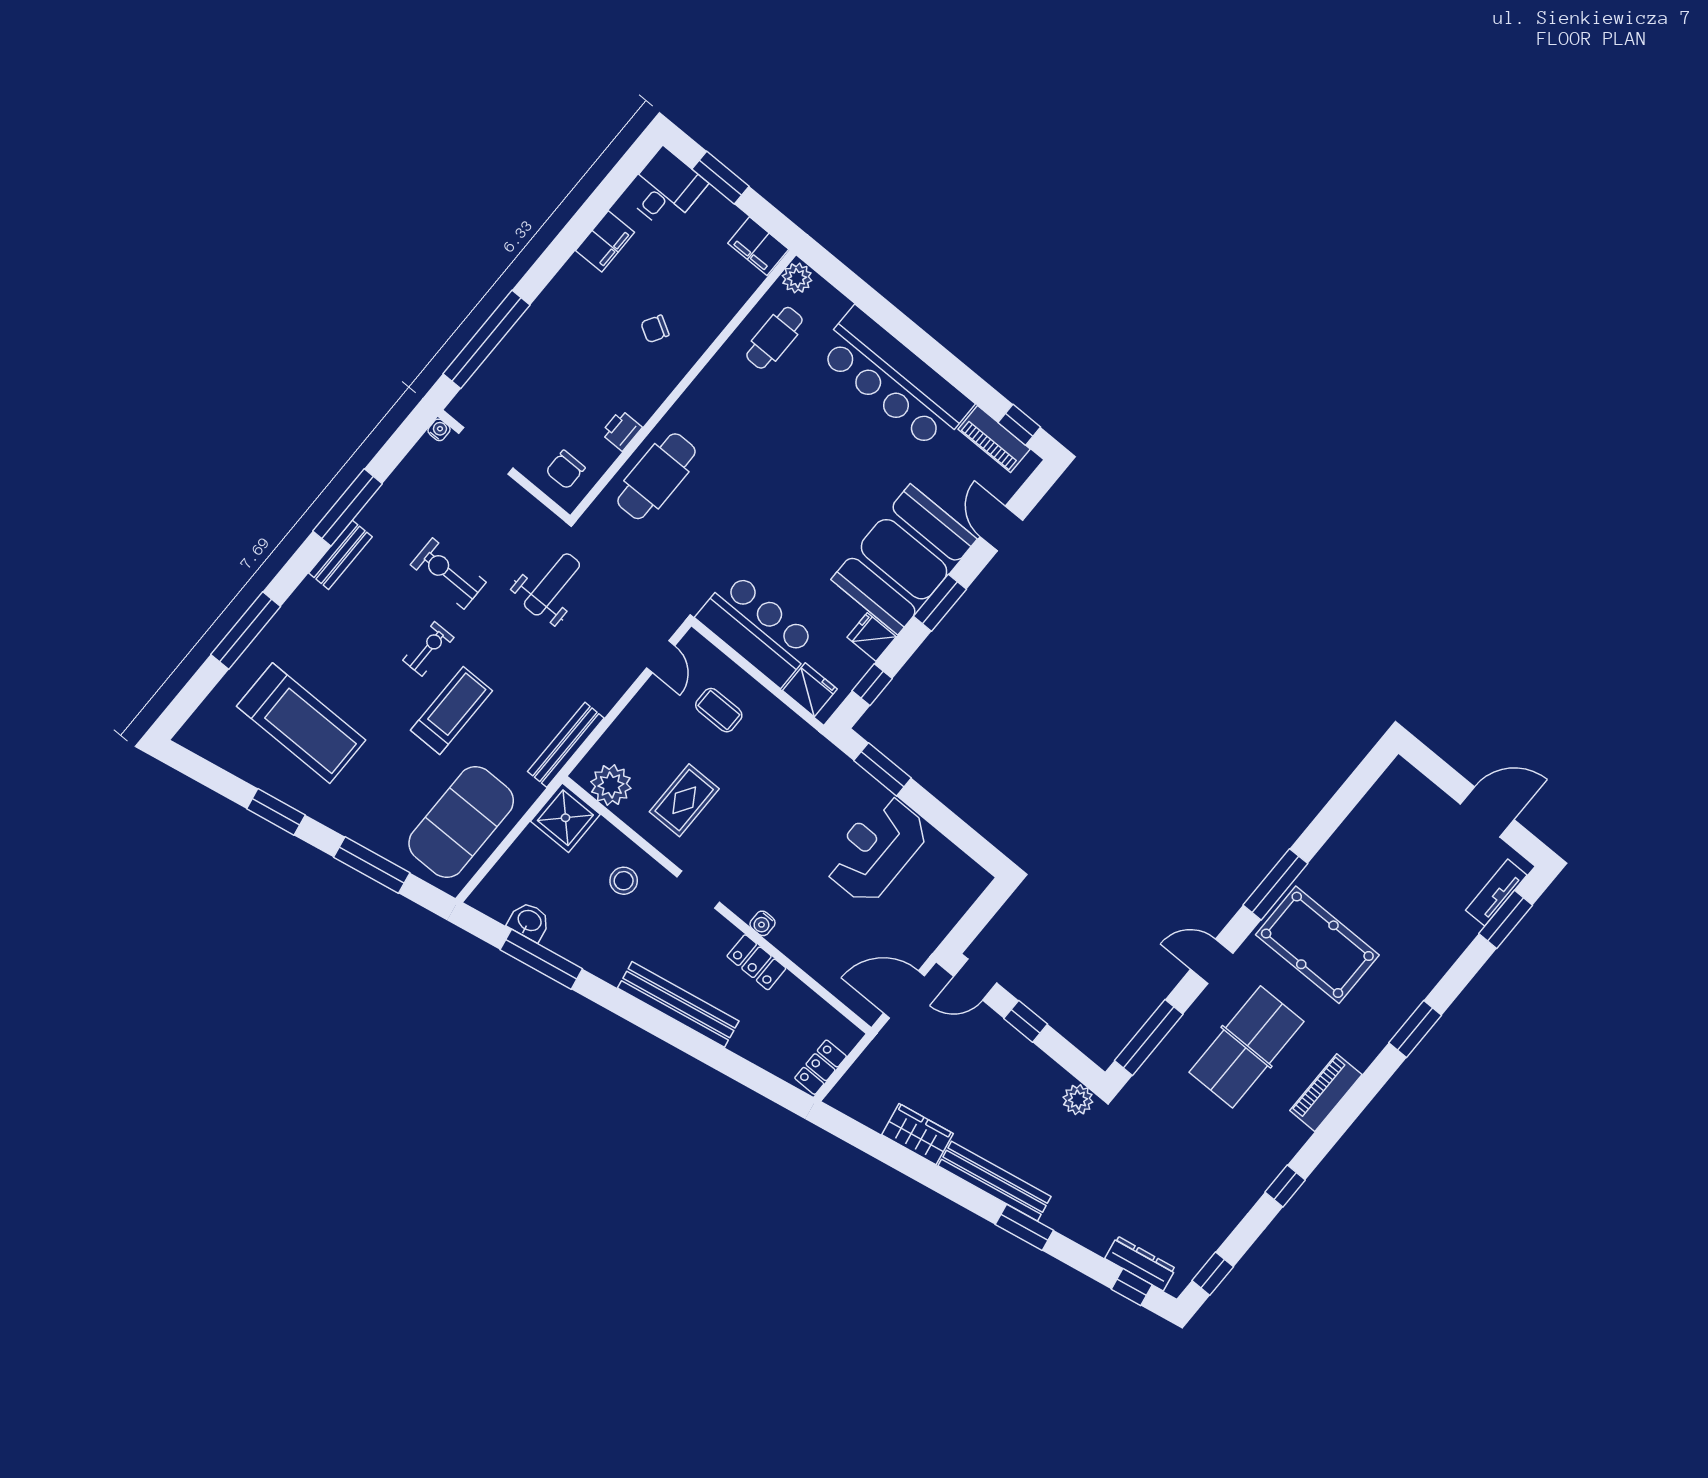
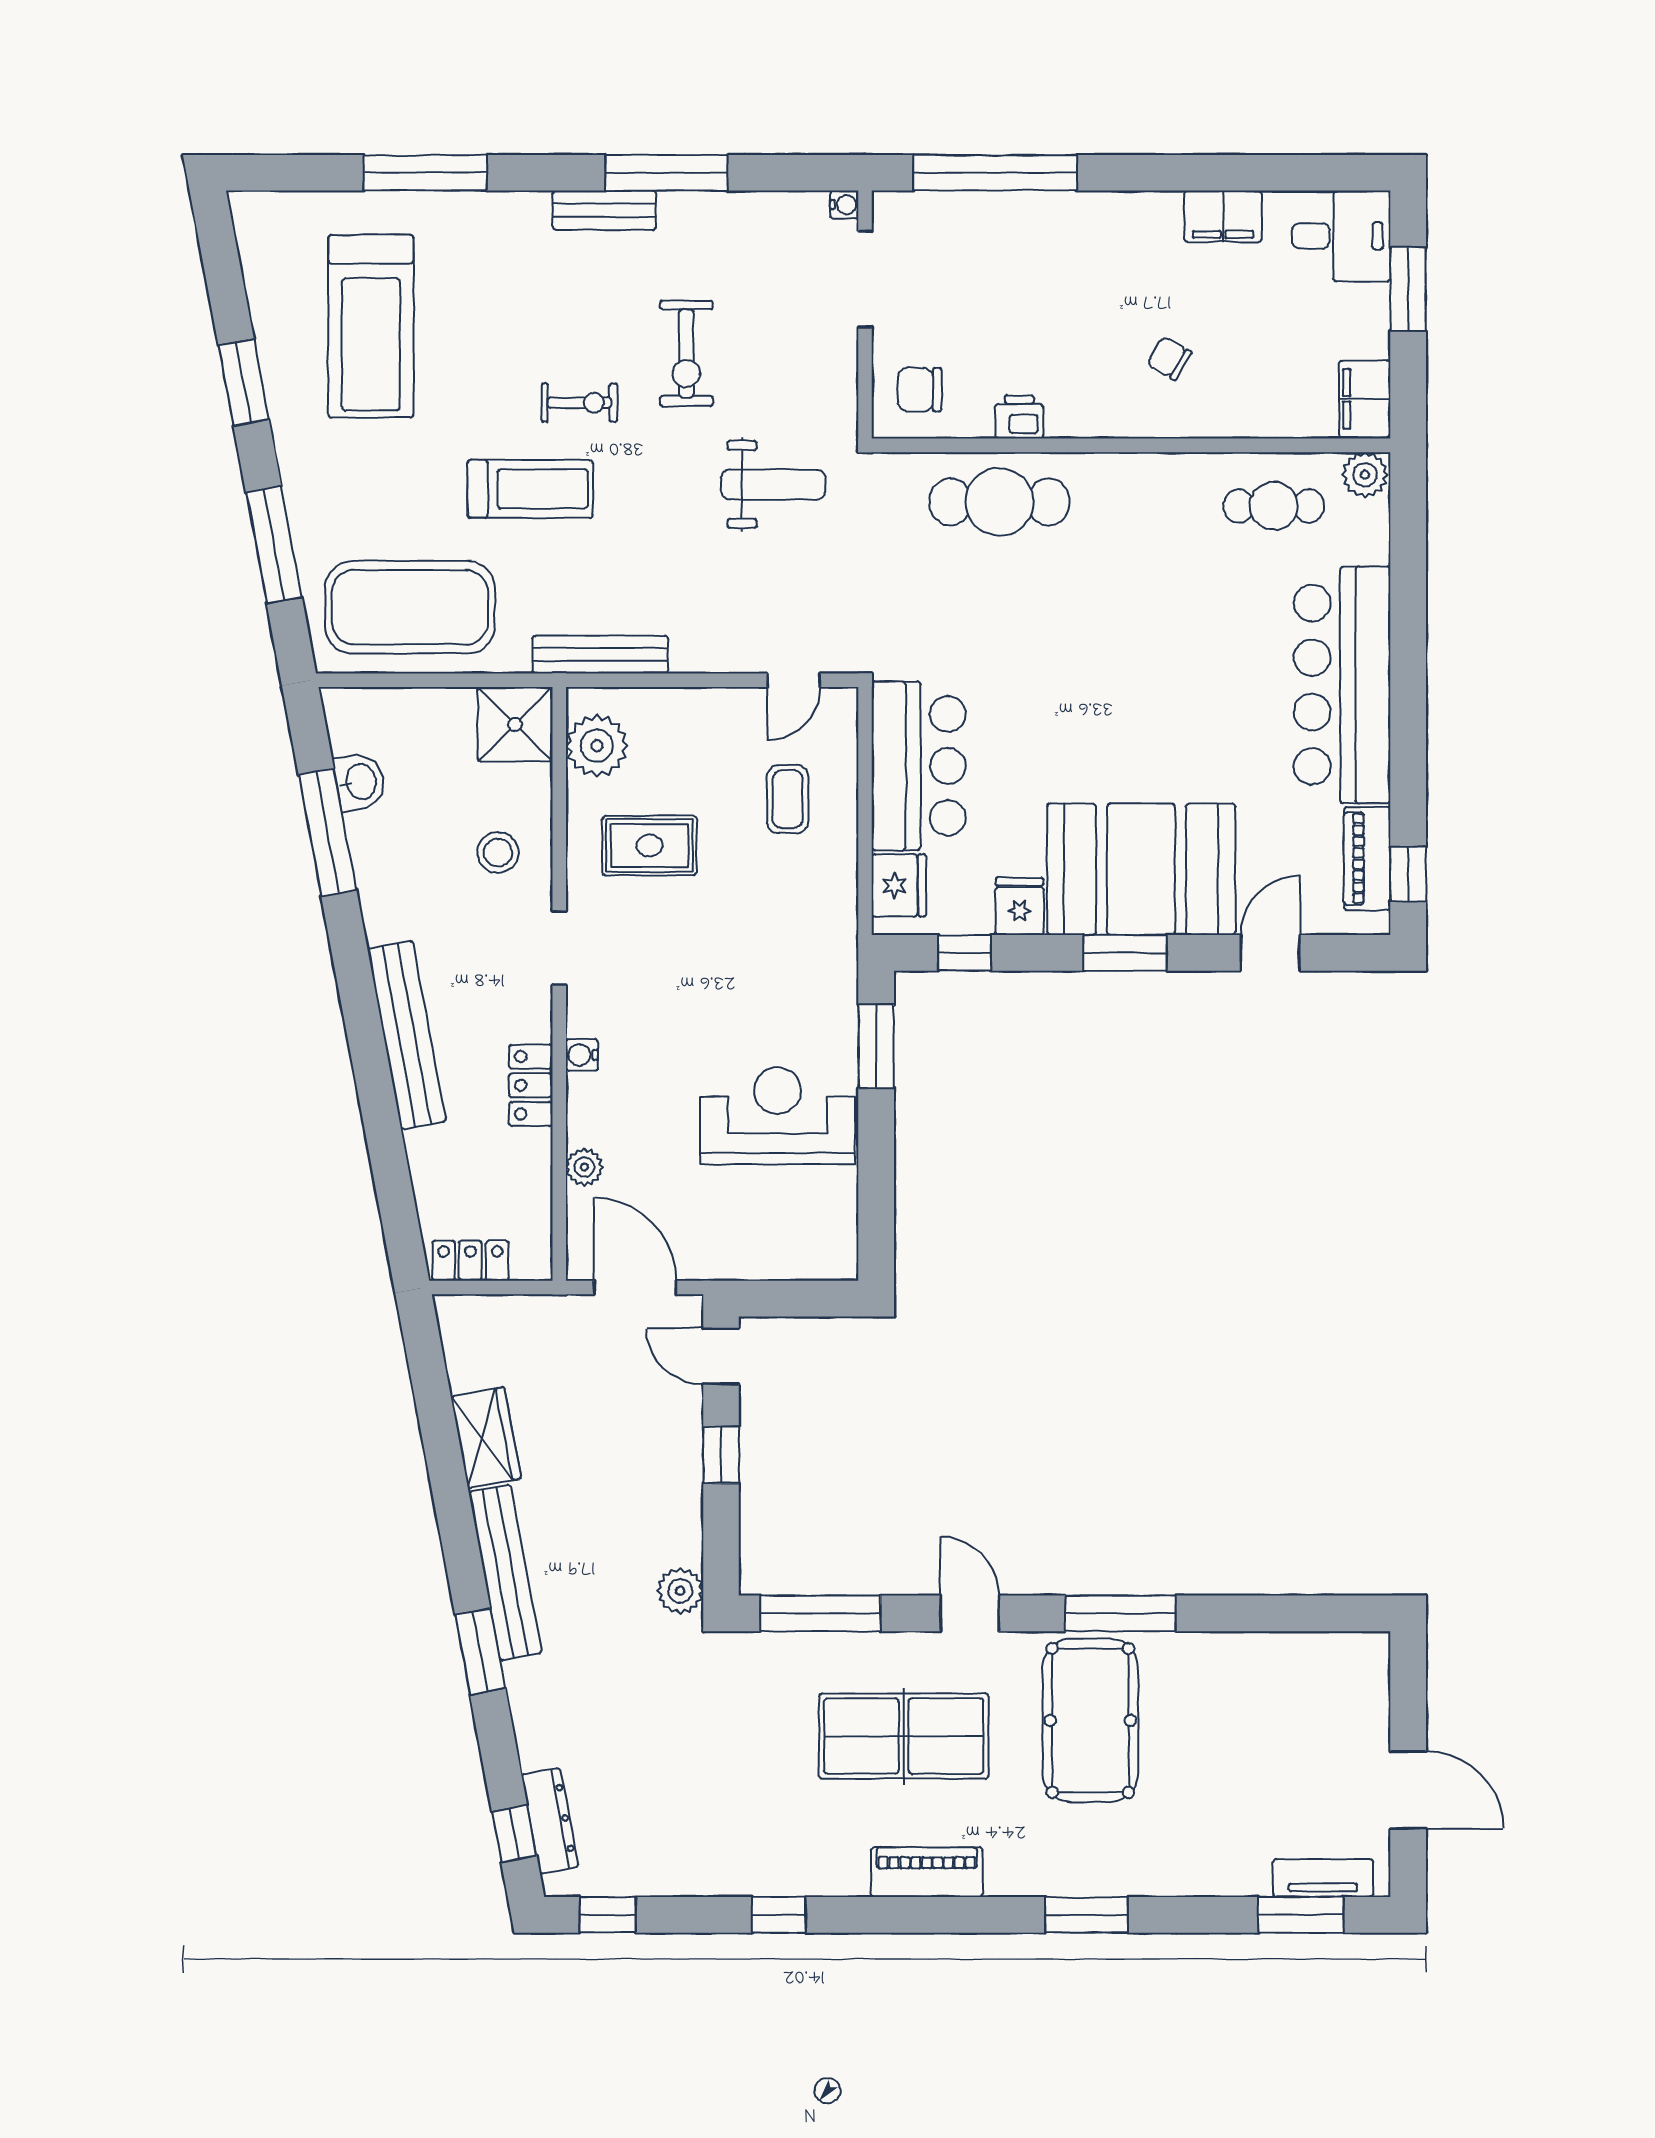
exercise bike: (448, 574) -> (686, 353), turned 180
plant: (821, 969) -> (584, 1167), added

